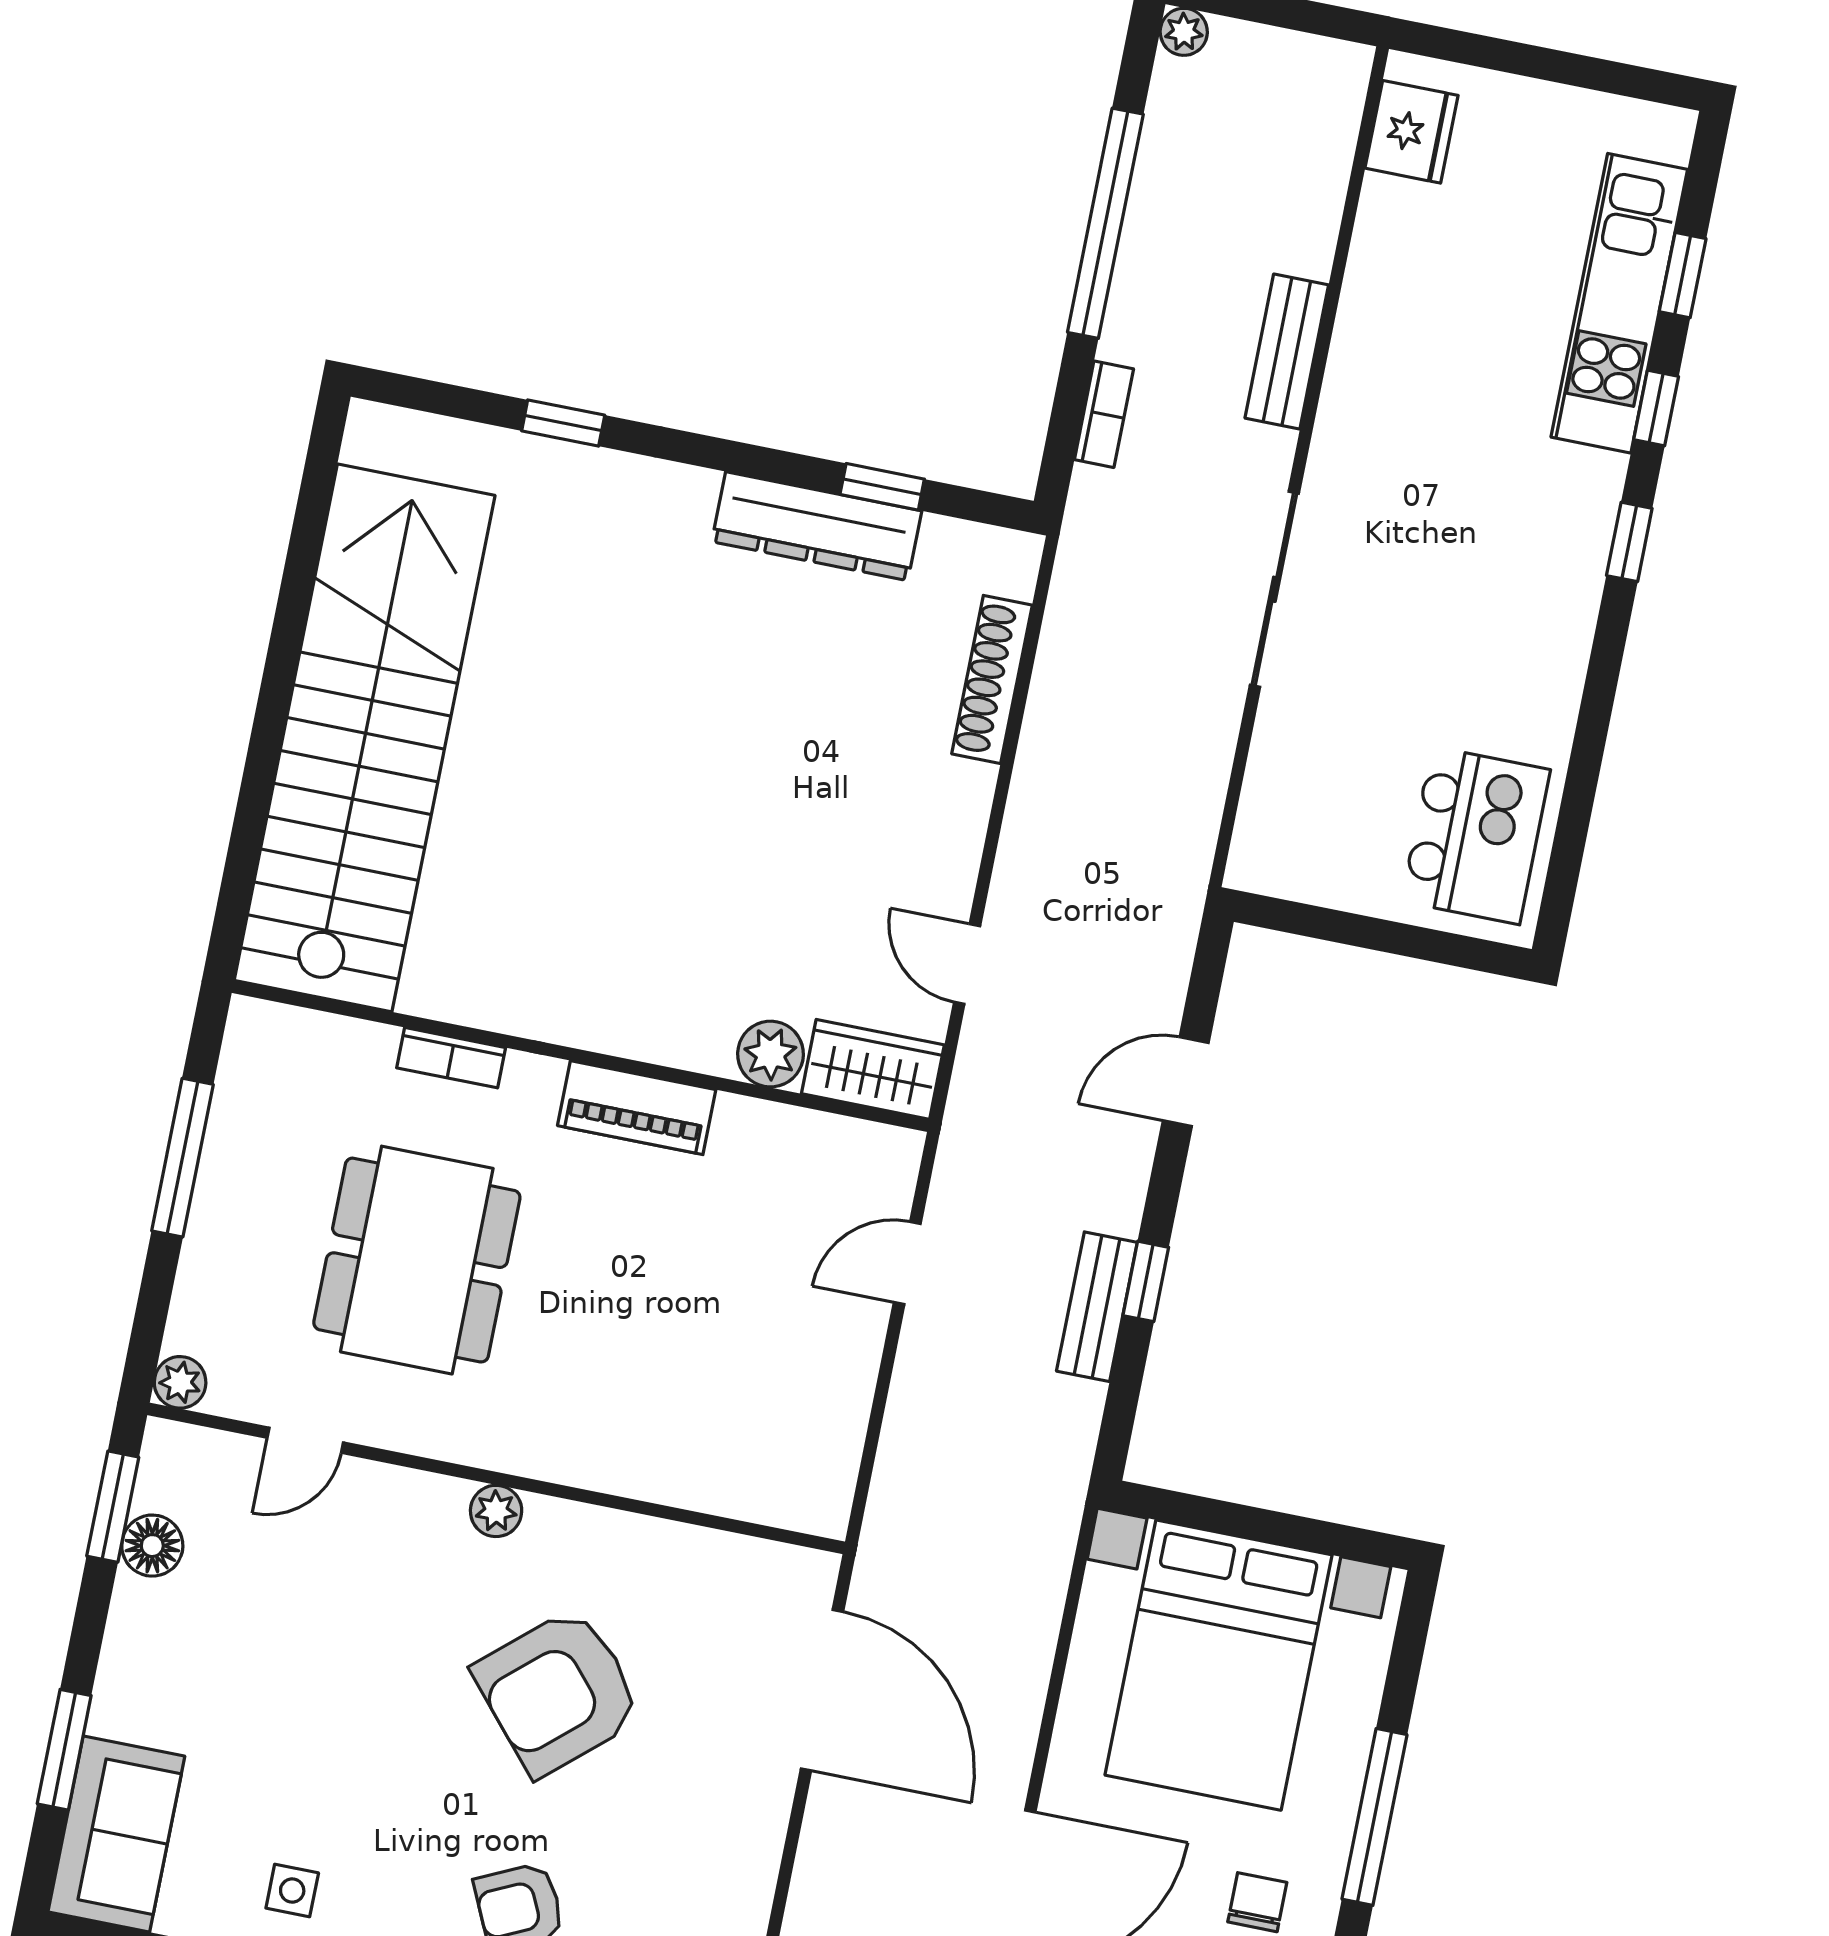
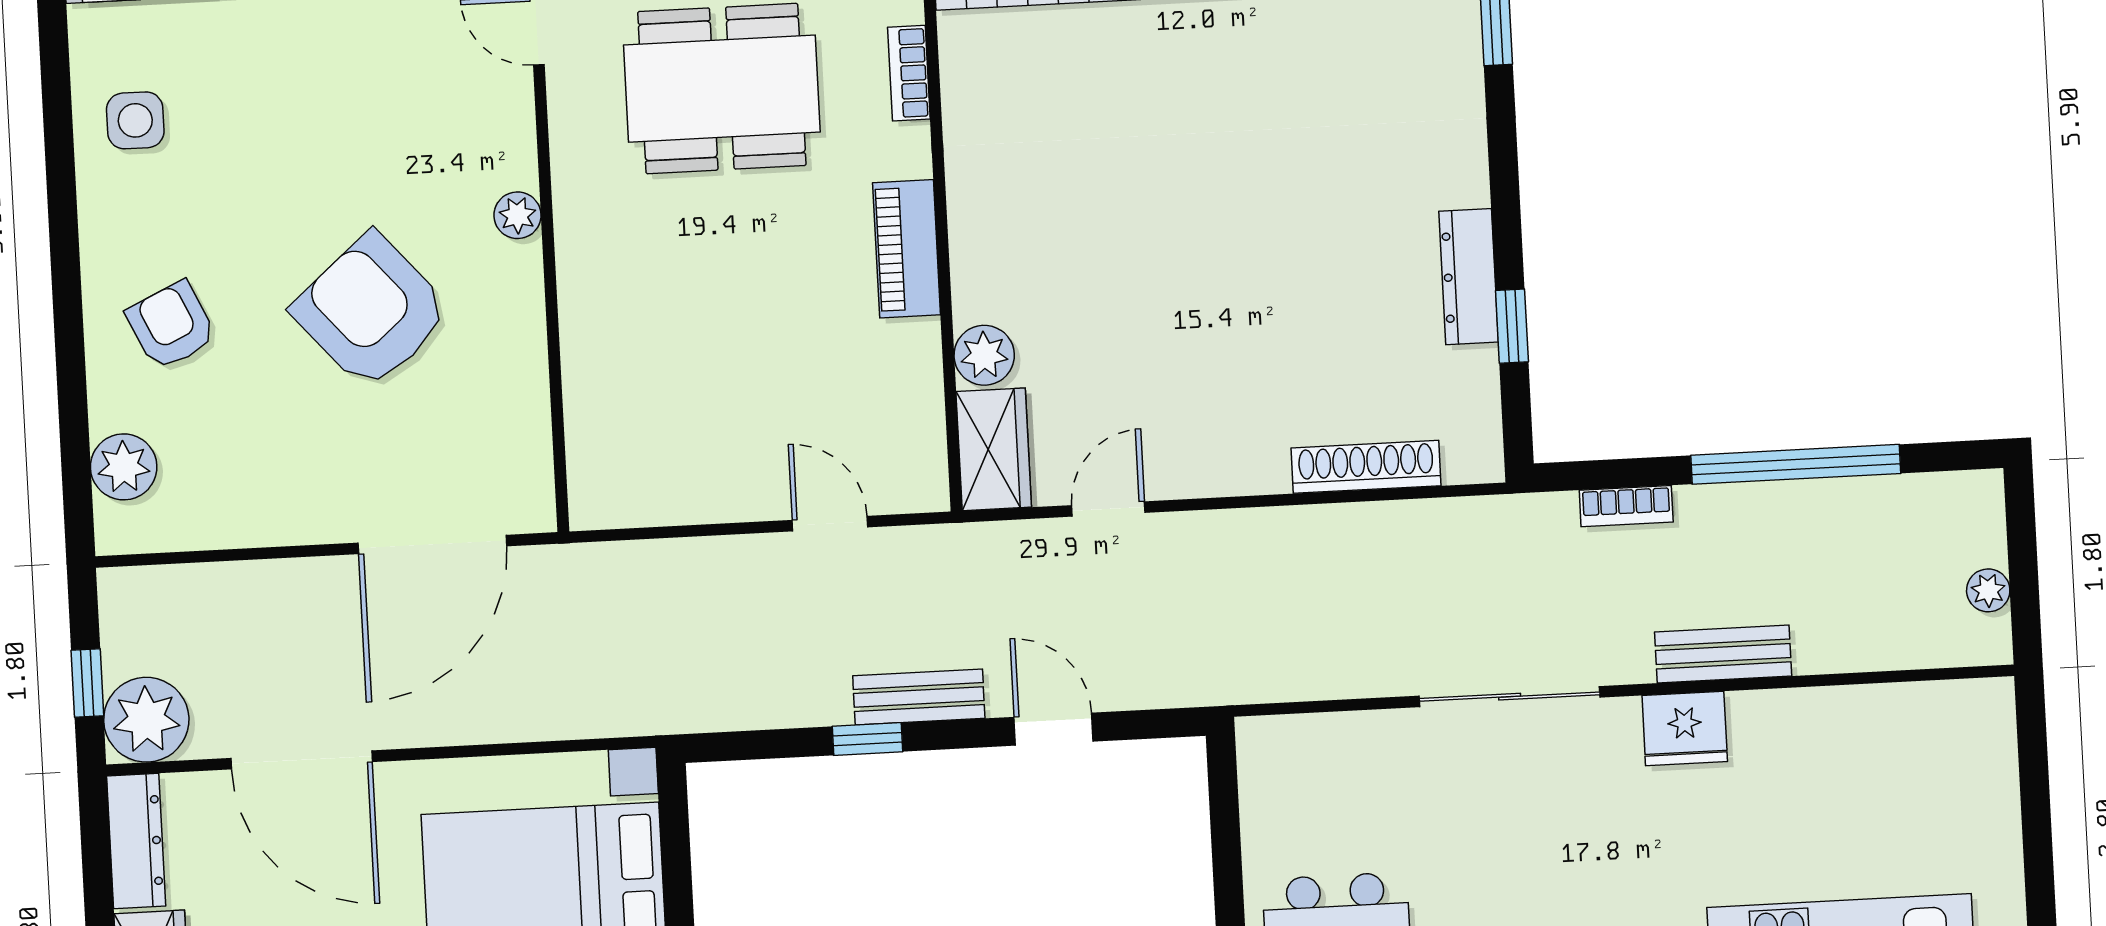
plant: (1184, 32) -> (1988, 590), moved
fridge: (1412, 132) -> (1685, 729), moved
dresser: (817, 526) -> (1469, 277), width x0.73, depth x0.80
bench: (1097, 1307) -> (919, 697), moved
side table: (292, 1891) -> (135, 120), width x1.37, depth x1.37

